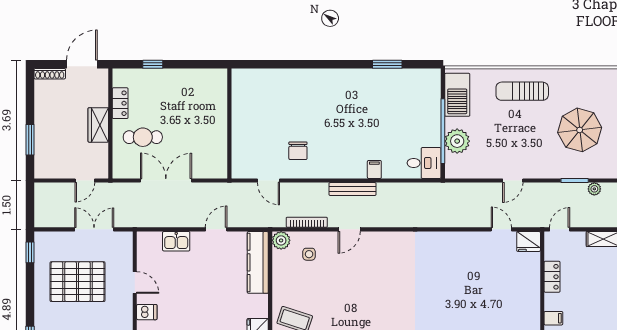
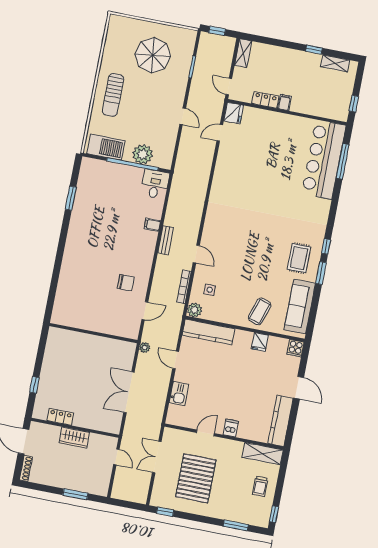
cafe table: (143, 137) -> (91, 404), removed
bench: (353, 189) -> (166, 240), width x0.73
plant: (594, 189) -> (145, 348), moved
filing cabinet: (553, 318) -> (285, 102), moved

